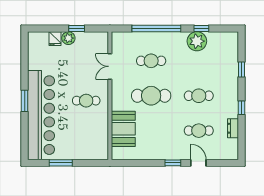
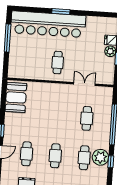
cafe table: (151, 96) -> (84, 158), moved, width x0.73, depth x0.74
booth: (123, 129) -> (16, 97), moved, turned 90
window: (61, 163) -> (8, 38), width x1.44

